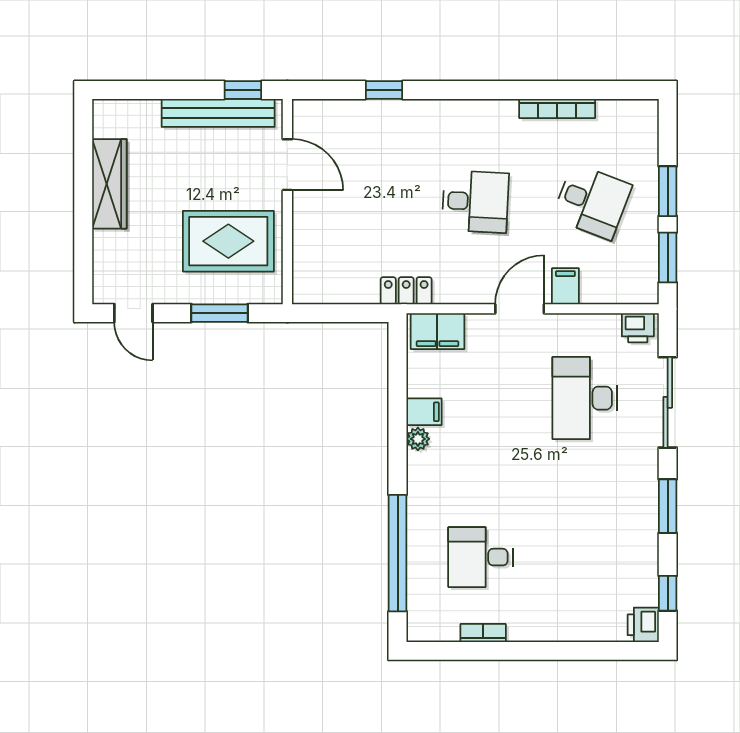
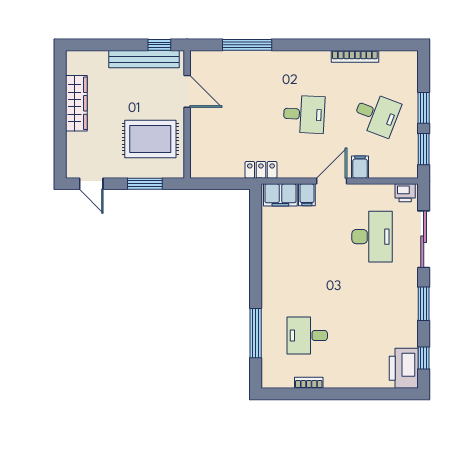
window: (384, 90) -> (247, 45), width x2.17
desk: (585, 398) -> (372, 237), turned 180
filing cabinet: (424, 412) -> (307, 195), moved, turned 90
plant: (418, 439) -> (268, 262), removed
window: (398, 553) -> (256, 333), width x0.68
printer: (643, 625) -> (404, 368), width x1.87, depth x1.48

